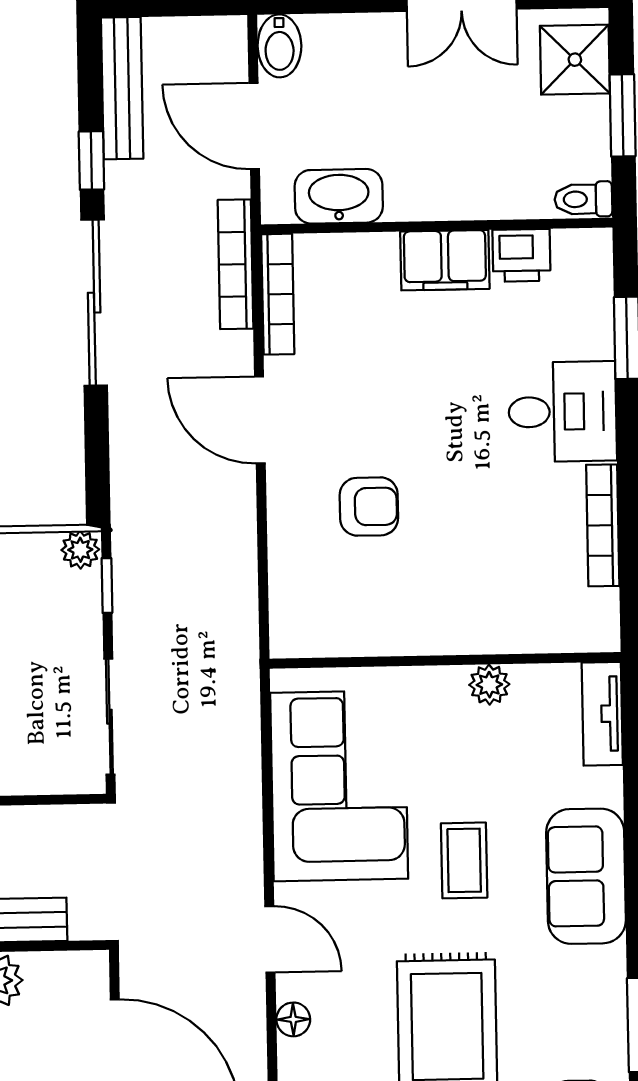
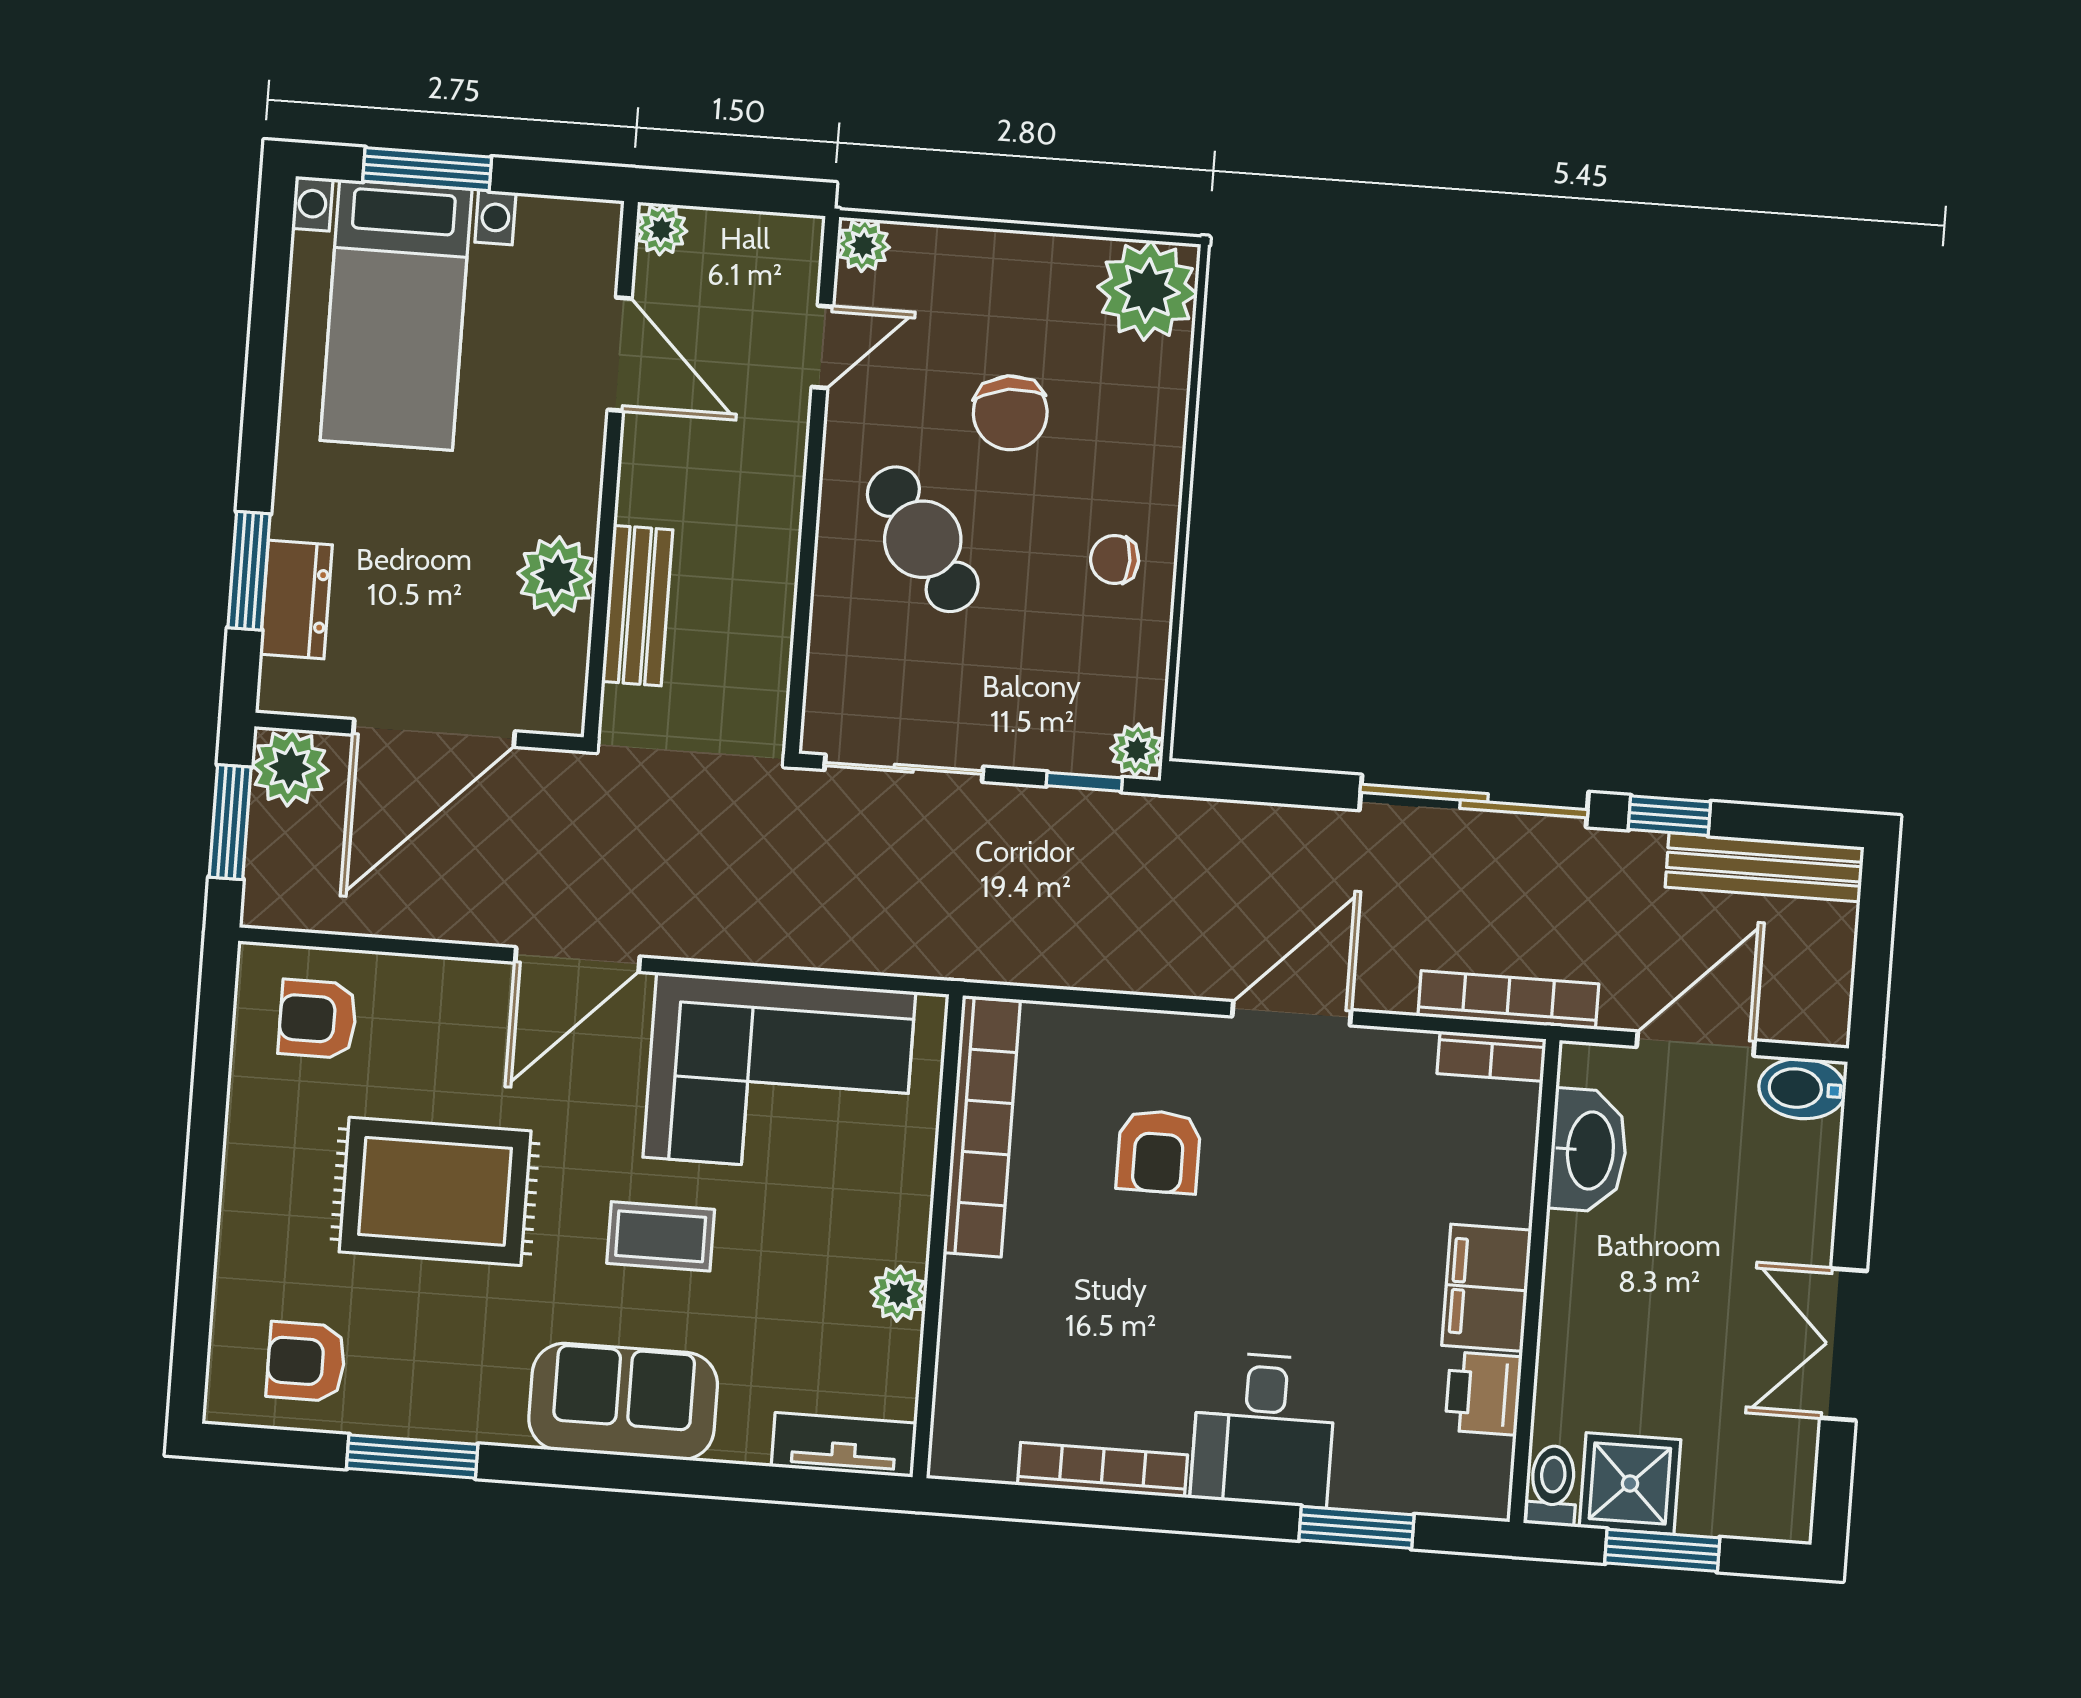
shower: (575, 60) -> (1630, 1483), moved
bookcase: (278, 294) -> (1492, 1056), width x0.64
bookcase: (363, 636) -> (982, 1127), added
door: (270, 939) -> (577, 960), width x1.38
floor lamp: (293, 1019) -> (465, 981), removed

